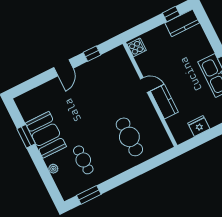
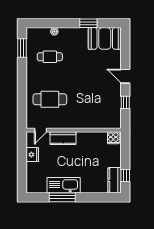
door: (145, 85) -> (41, 130), moved
booth: (46, 135) -> (105, 38), moved

